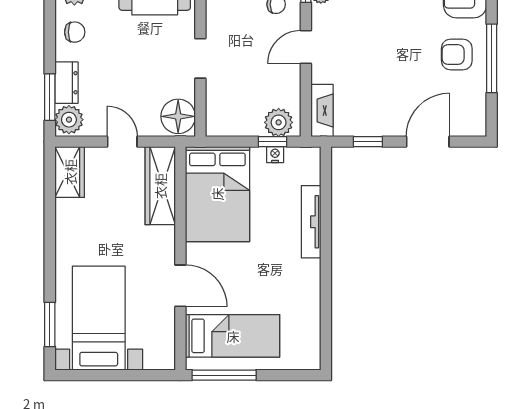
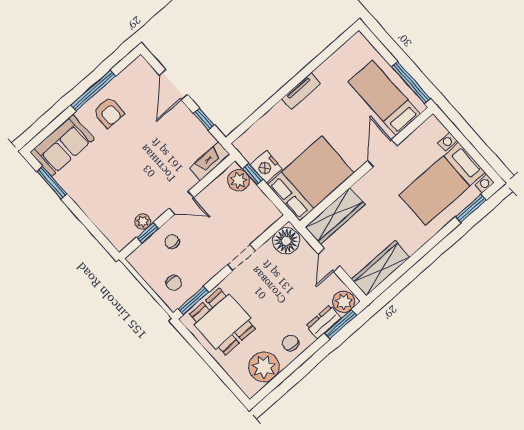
door: (428, 142) -> (173, 85), hinge flipped
nightstand: (275, 155) -> (266, 167), width x1.89, depth x1.79
wardrobe: (70, 172) -> (381, 268), width x1.50
tv unit: (311, 222) -> (301, 91), moved, width x0.71

